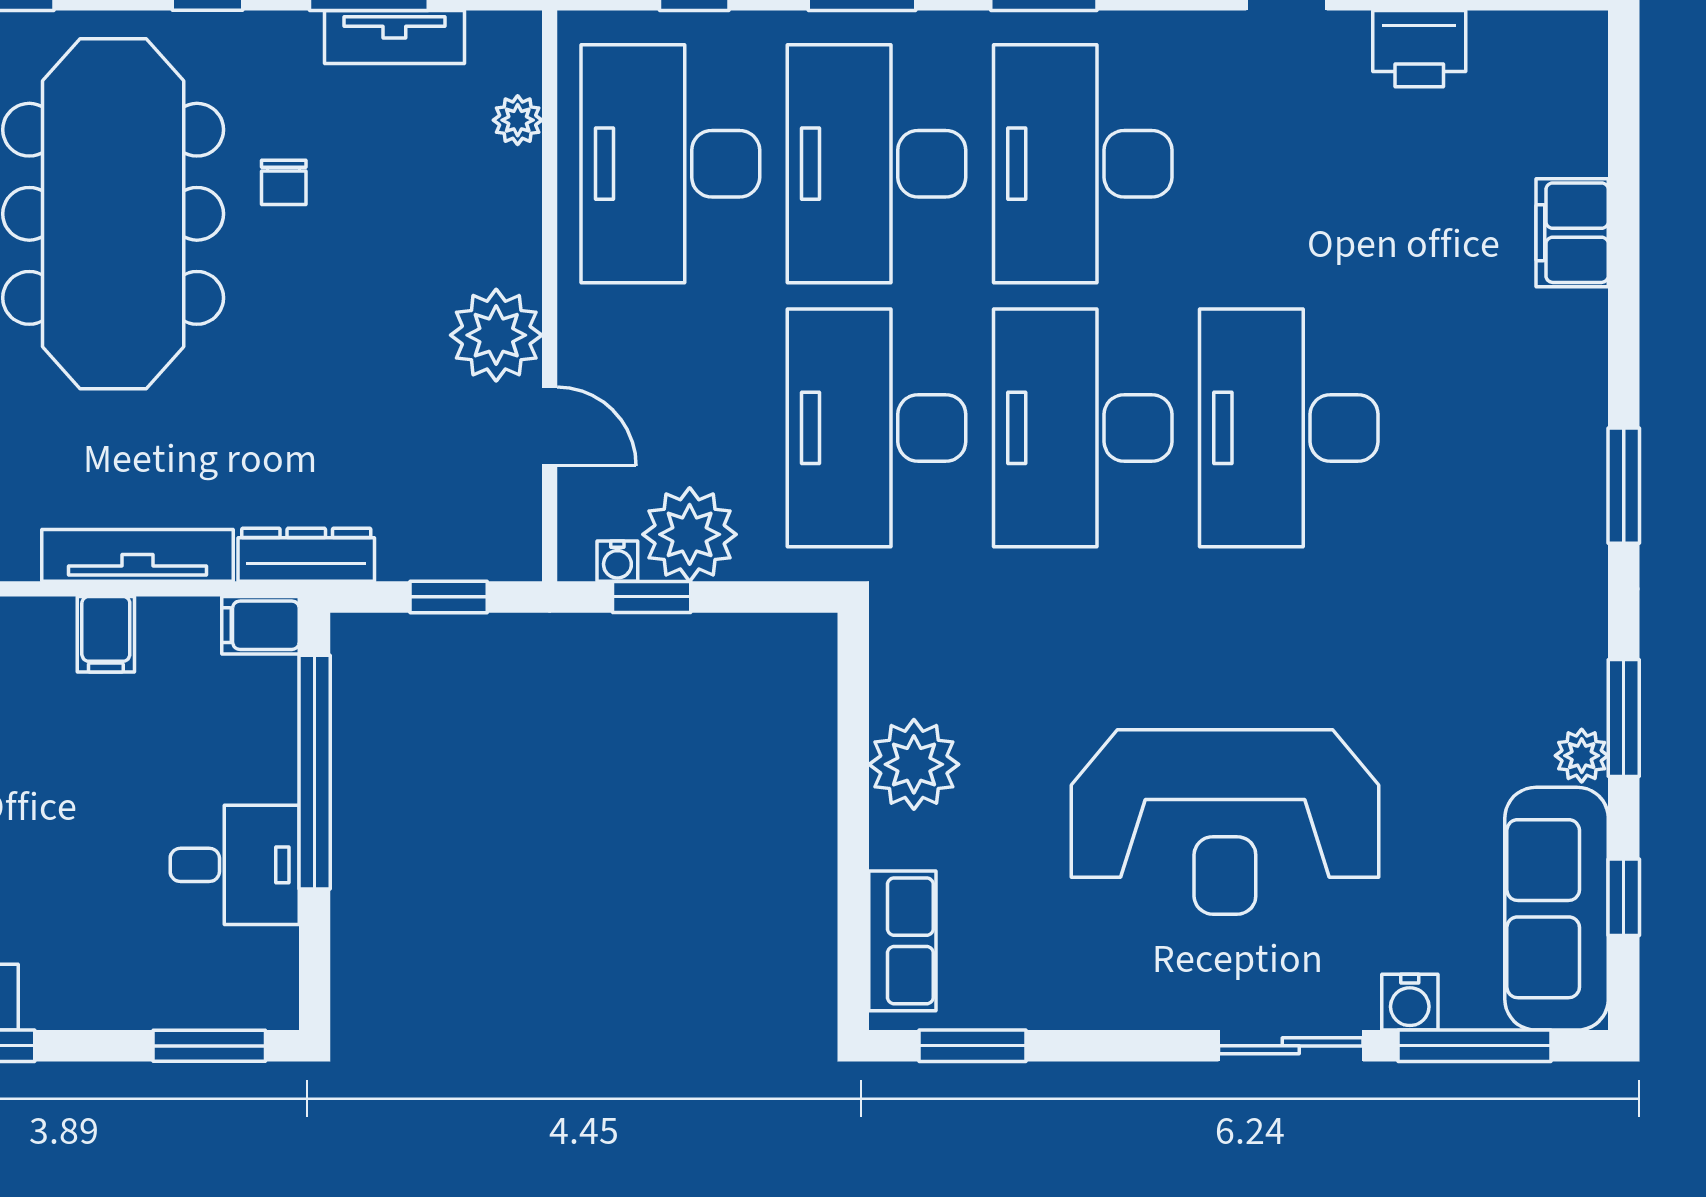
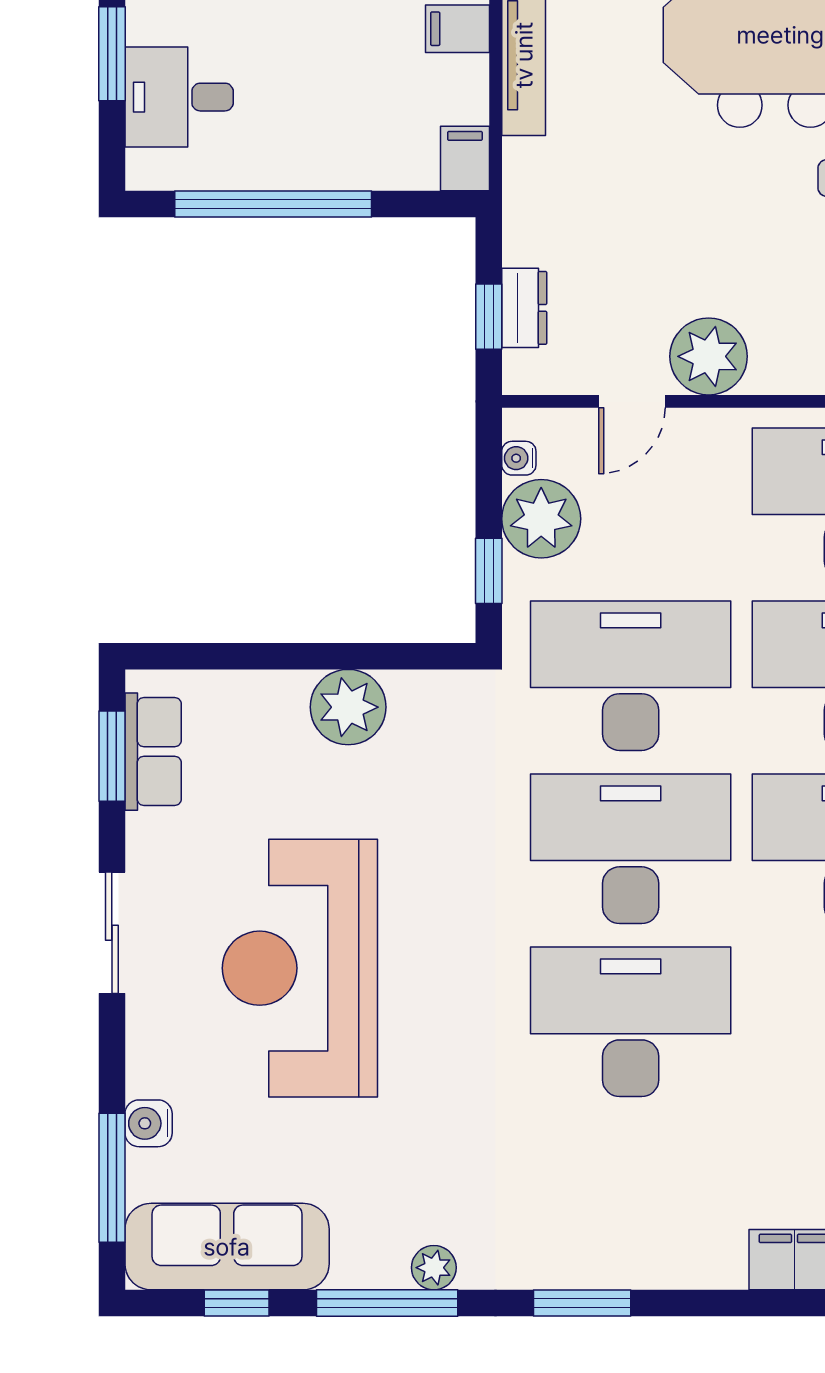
dresser: (306, 555) -> (524, 308), moved, width x0.70
window: (652, 597) -> (489, 571), moved
window: (1624, 718) -> (387, 1303), width x1.44
plant: (1582, 756) -> (434, 1268), moved
window: (315, 772) -> (273, 204), moved
desk: (235, 865) -> (179, 97), moved, turned 90
row of seats: (902, 941) -> (153, 752), moved, turned -90
window: (209, 1046) -> (112, 54), moved
sliding door: (1291, 1046) -> (112, 933), moved

